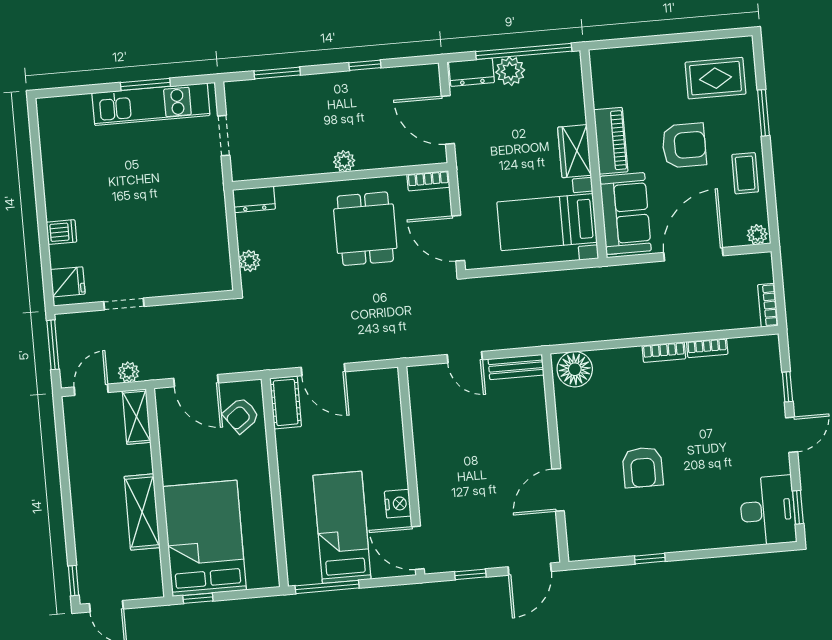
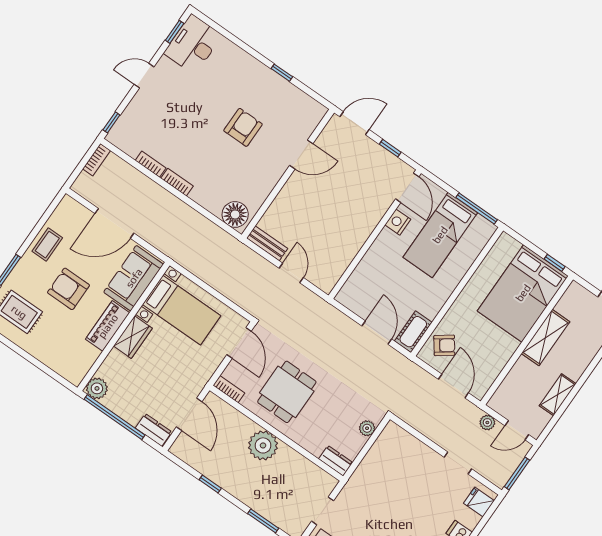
plant: (510, 71) -> (97, 388), moved
plant: (344, 161) -> (263, 445), width x1.87, depth x1.87
plant: (757, 235) -> (69, 204), removed
window: (787, 387) -> (111, 122), moved
shelving: (137, 417) -> (558, 395), moved

